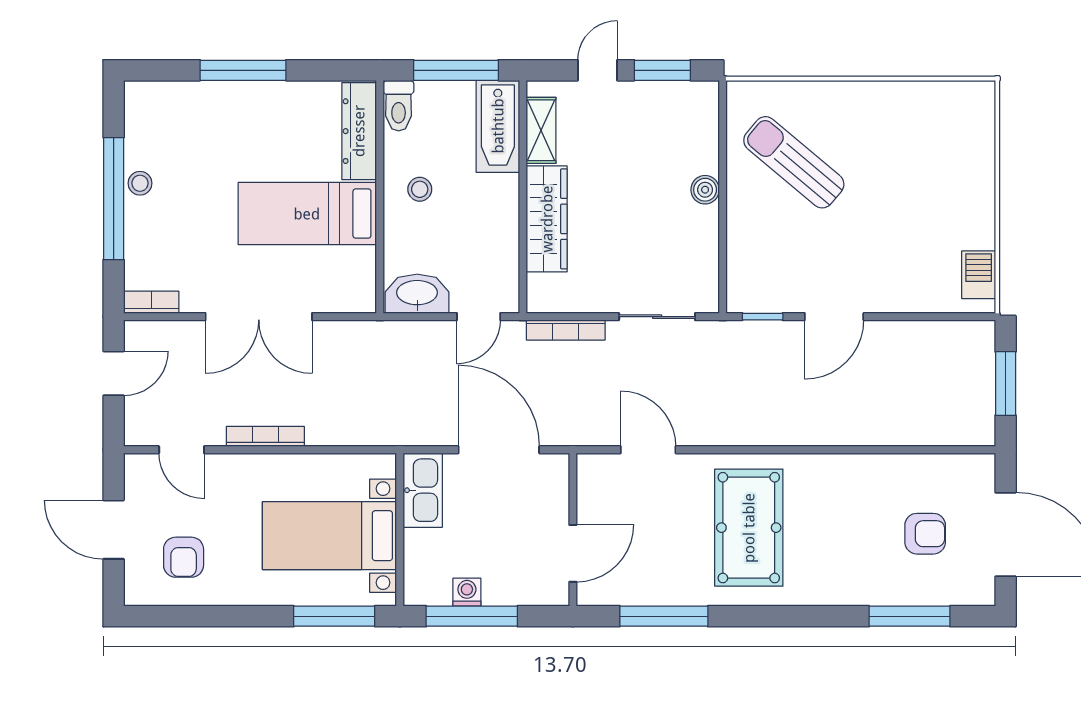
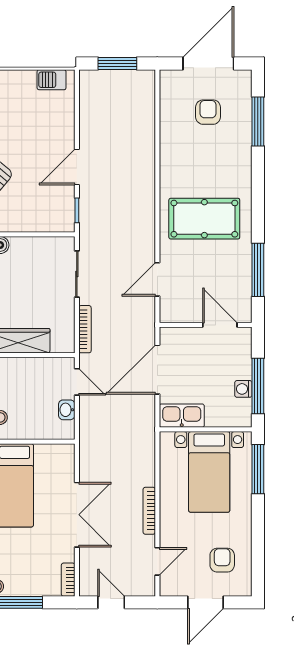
washbasin: (417, 294) -> (67, 410), width x0.52, depth x0.69
door: (834, 317) -> (77, 167), swing flipped
armchair: (184, 557) -> (222, 560), turned -90

